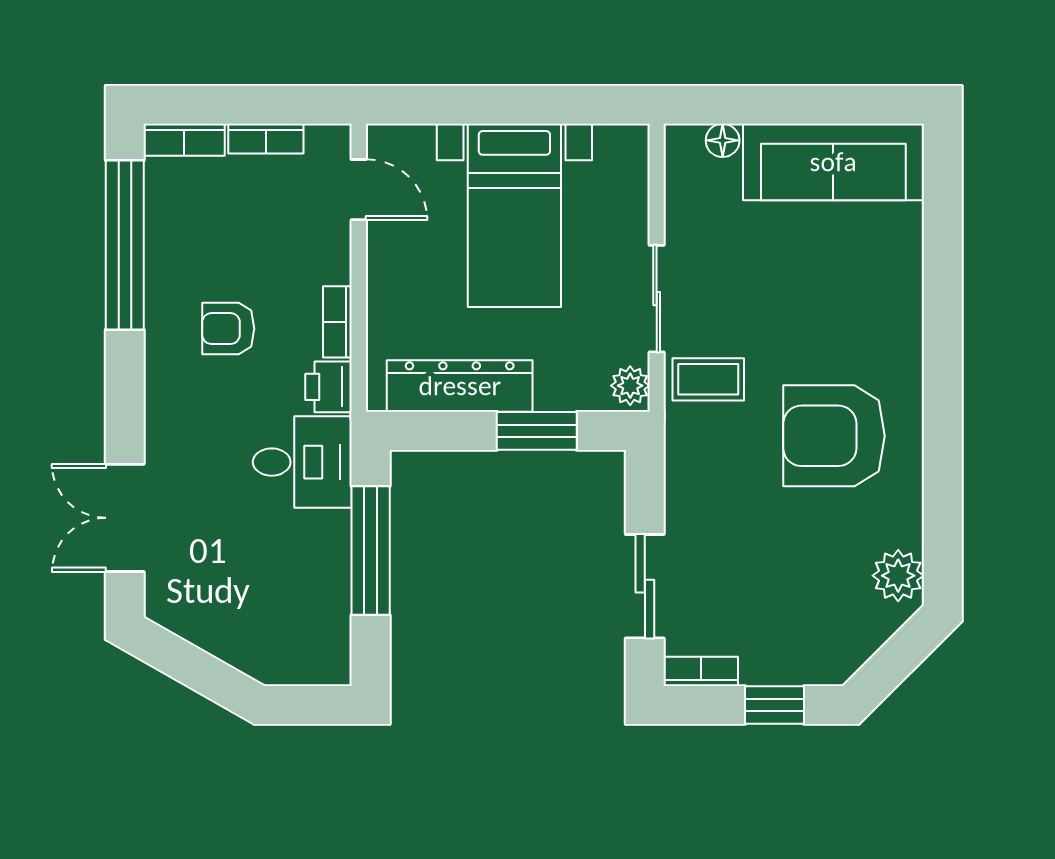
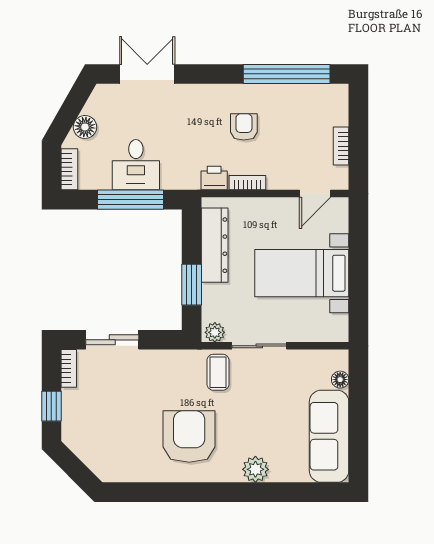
bookcase: (184, 140) -> (69, 169), moved, turned 180
desk: (302, 462) -> (136, 165), moved
plant: (898, 576) -> (255, 469), moved
floor lamp: (228, 640) -> (85, 127), added

